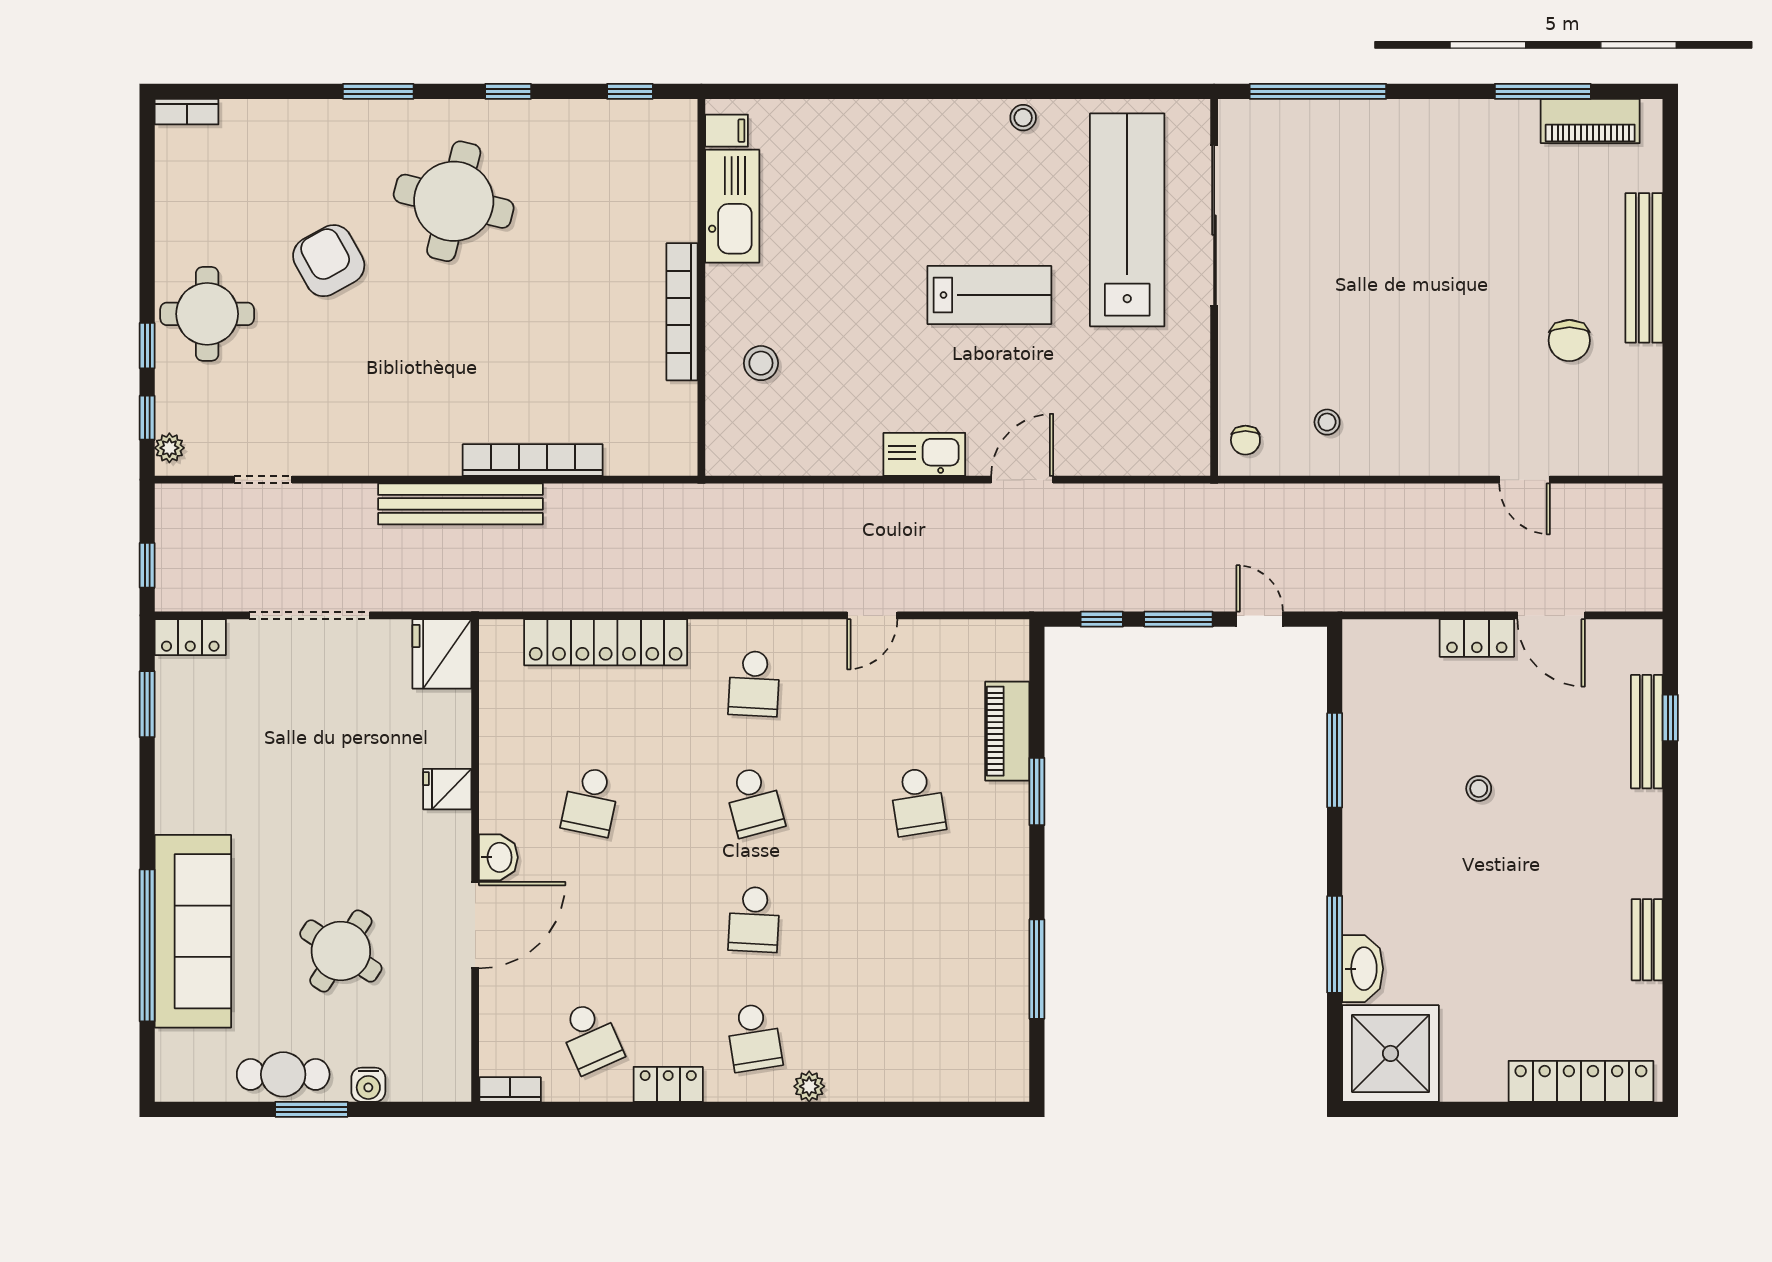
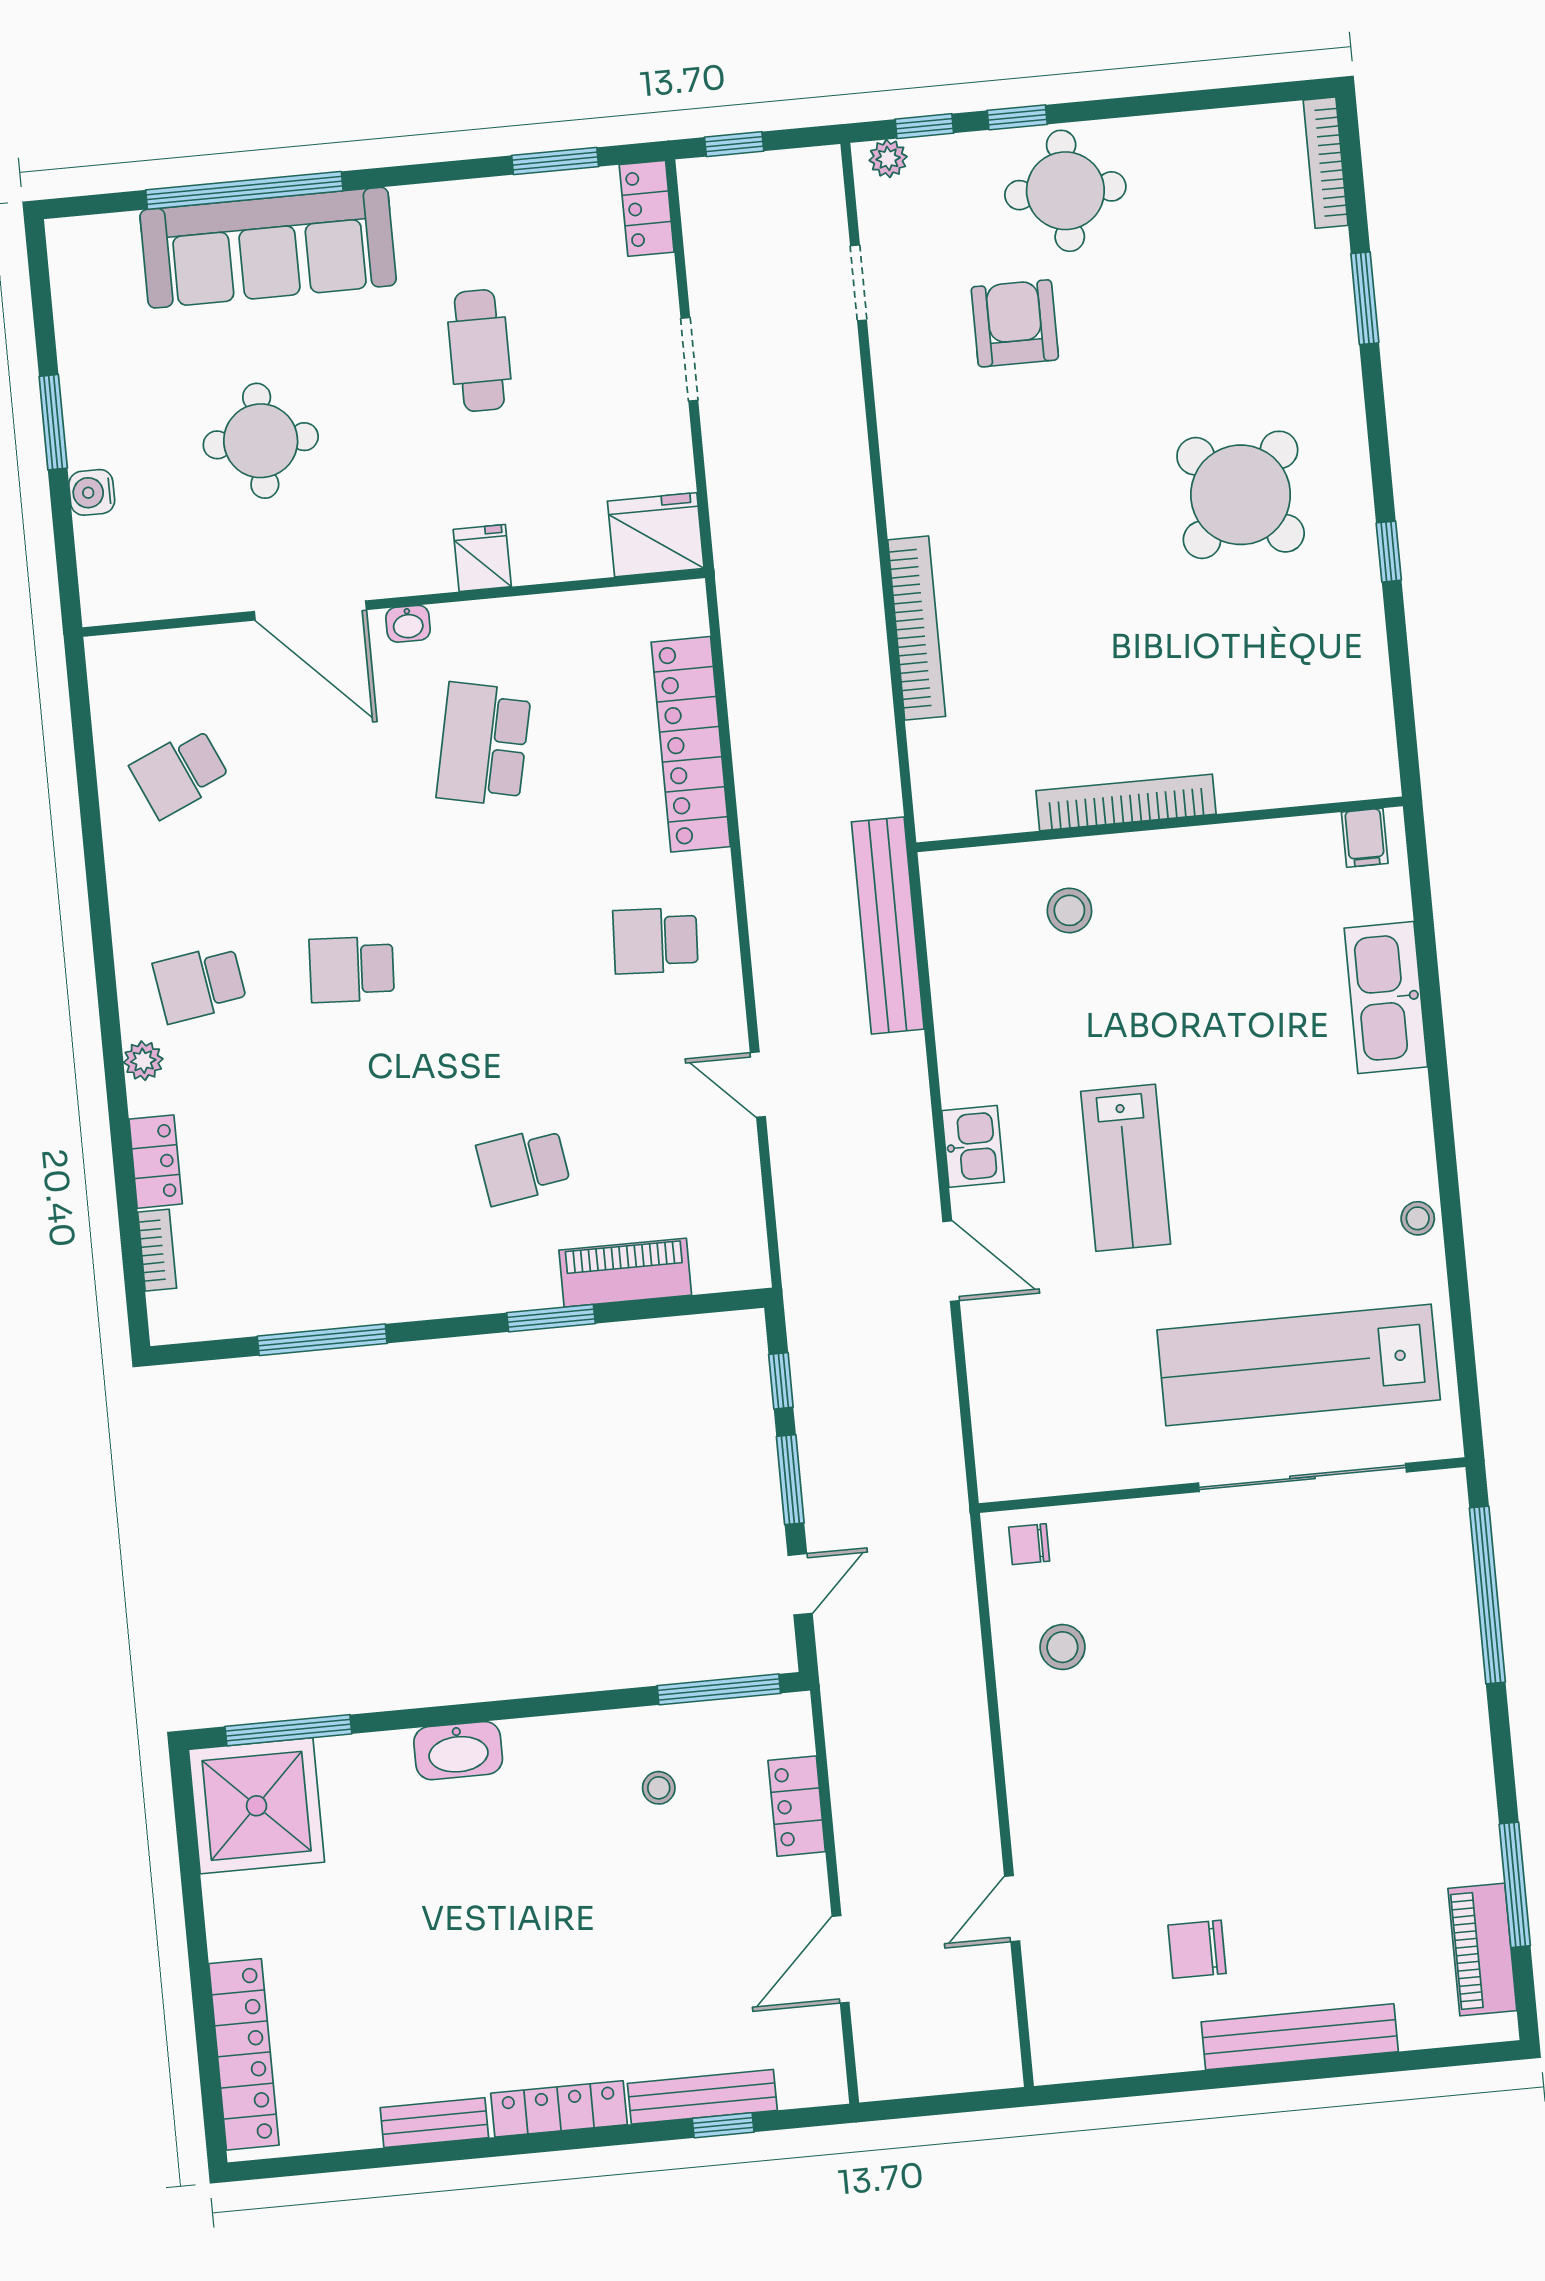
window: (378, 91) -> (1365, 298), moved
window: (630, 91) -> (1404, 709), removed
bookcase: (187, 112) -> (1326, 163), width x1.56
round table: (454, 201) -> (1241, 495), turned 32
kitchen sink: (732, 206) -> (1386, 997), moved, turned 90
lab bench: (1127, 220) -> (1299, 1365), turned 180
armchair: (329, 261) -> (1015, 323), moved, turned -61
lab bench: (989, 295) -> (1126, 1168), moved
stool: (1327, 422) -> (1062, 1647), width x1.37, depth x1.37
kitchen sink: (924, 454) -> (973, 1146), width x0.73
bench: (460, 504) -> (888, 925), moved
doorway: (309, 615) -> (689, 359), width x0.53
locker: (1477, 638) -> (797, 1806), moved
window: (1335, 760) -> (719, 1689), moved
stool: (1479, 789) -> (659, 1788), moved
school desk: (591, 802) -> (484, 744), width x1.85
school desk: (754, 802) -> (504, 955), removed
locker: (1646, 843) -> (559, 2109), added
washbasin: (498, 857) -> (408, 624), width x0.72, depth x0.69
window: (1335, 944) -> (288, 1730), moved
round table: (341, 951) -> (261, 441), turned -33
washbasin: (1363, 969) -> (458, 1751), moved
cafe table: (283, 1074) -> (479, 351), moved
locker: (668, 1084) -> (156, 1162), moved
bookcase: (510, 1090) -> (157, 1250), moved

